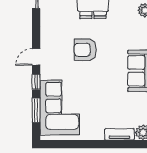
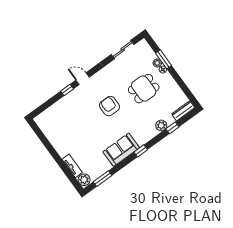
corner sofa: (60, 108) -> (62, 116), removed
window: (36, 110) -> (49, 103), removed

